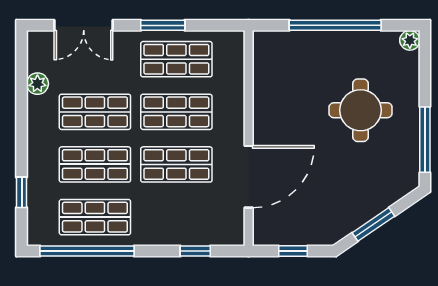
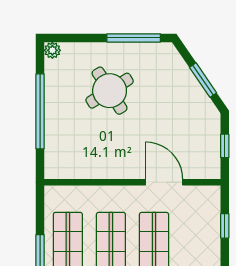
round table: (361, 110) -> (110, 91), turned -32
door: (249, 177) -> (164, 182), width x0.73

